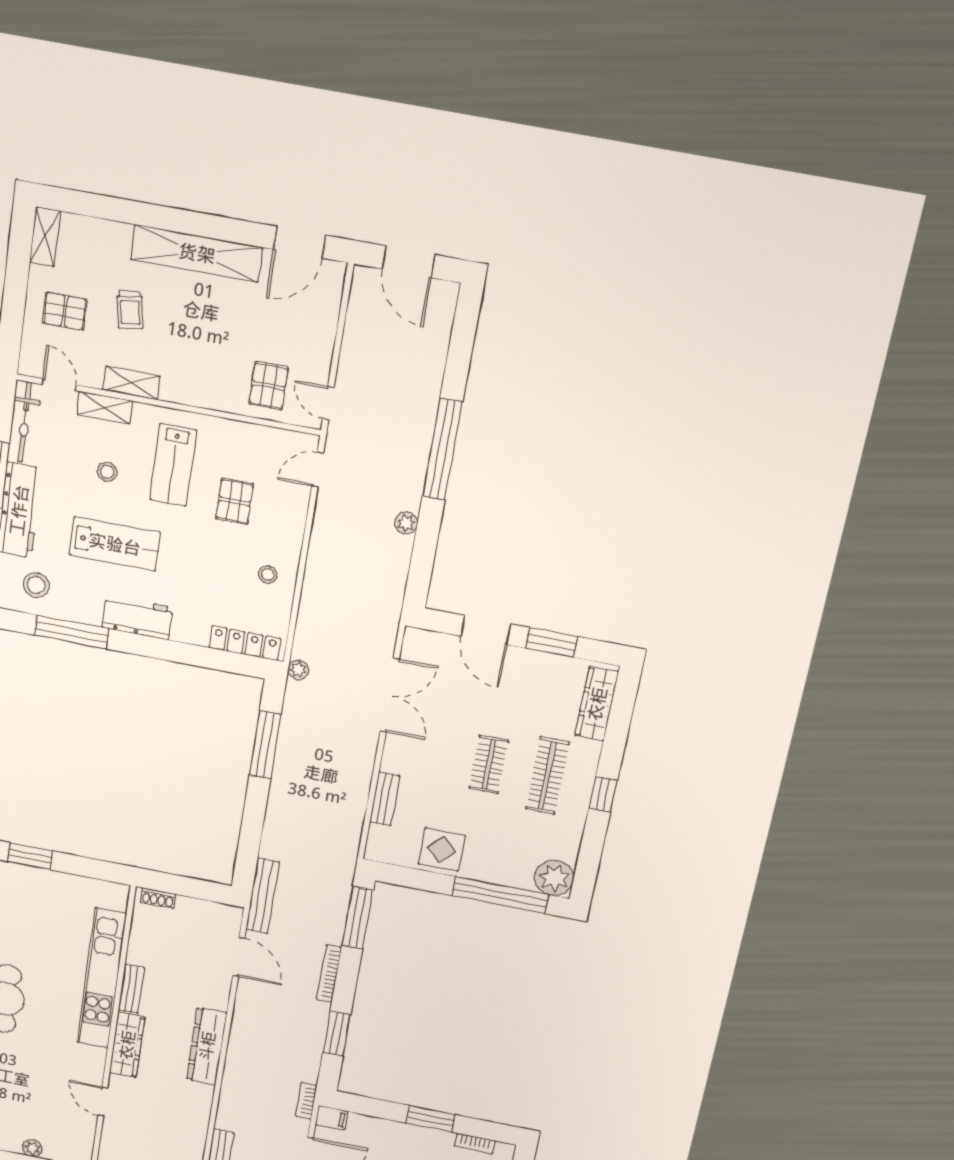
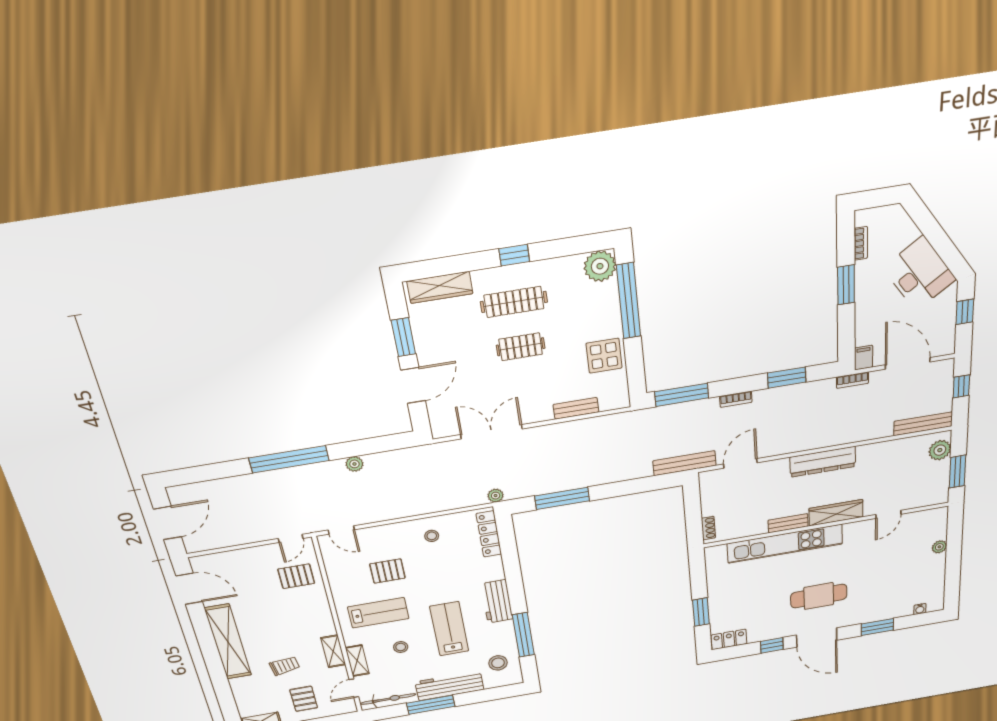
bookcase: (329, 974) -> (736, 399), width x0.64

